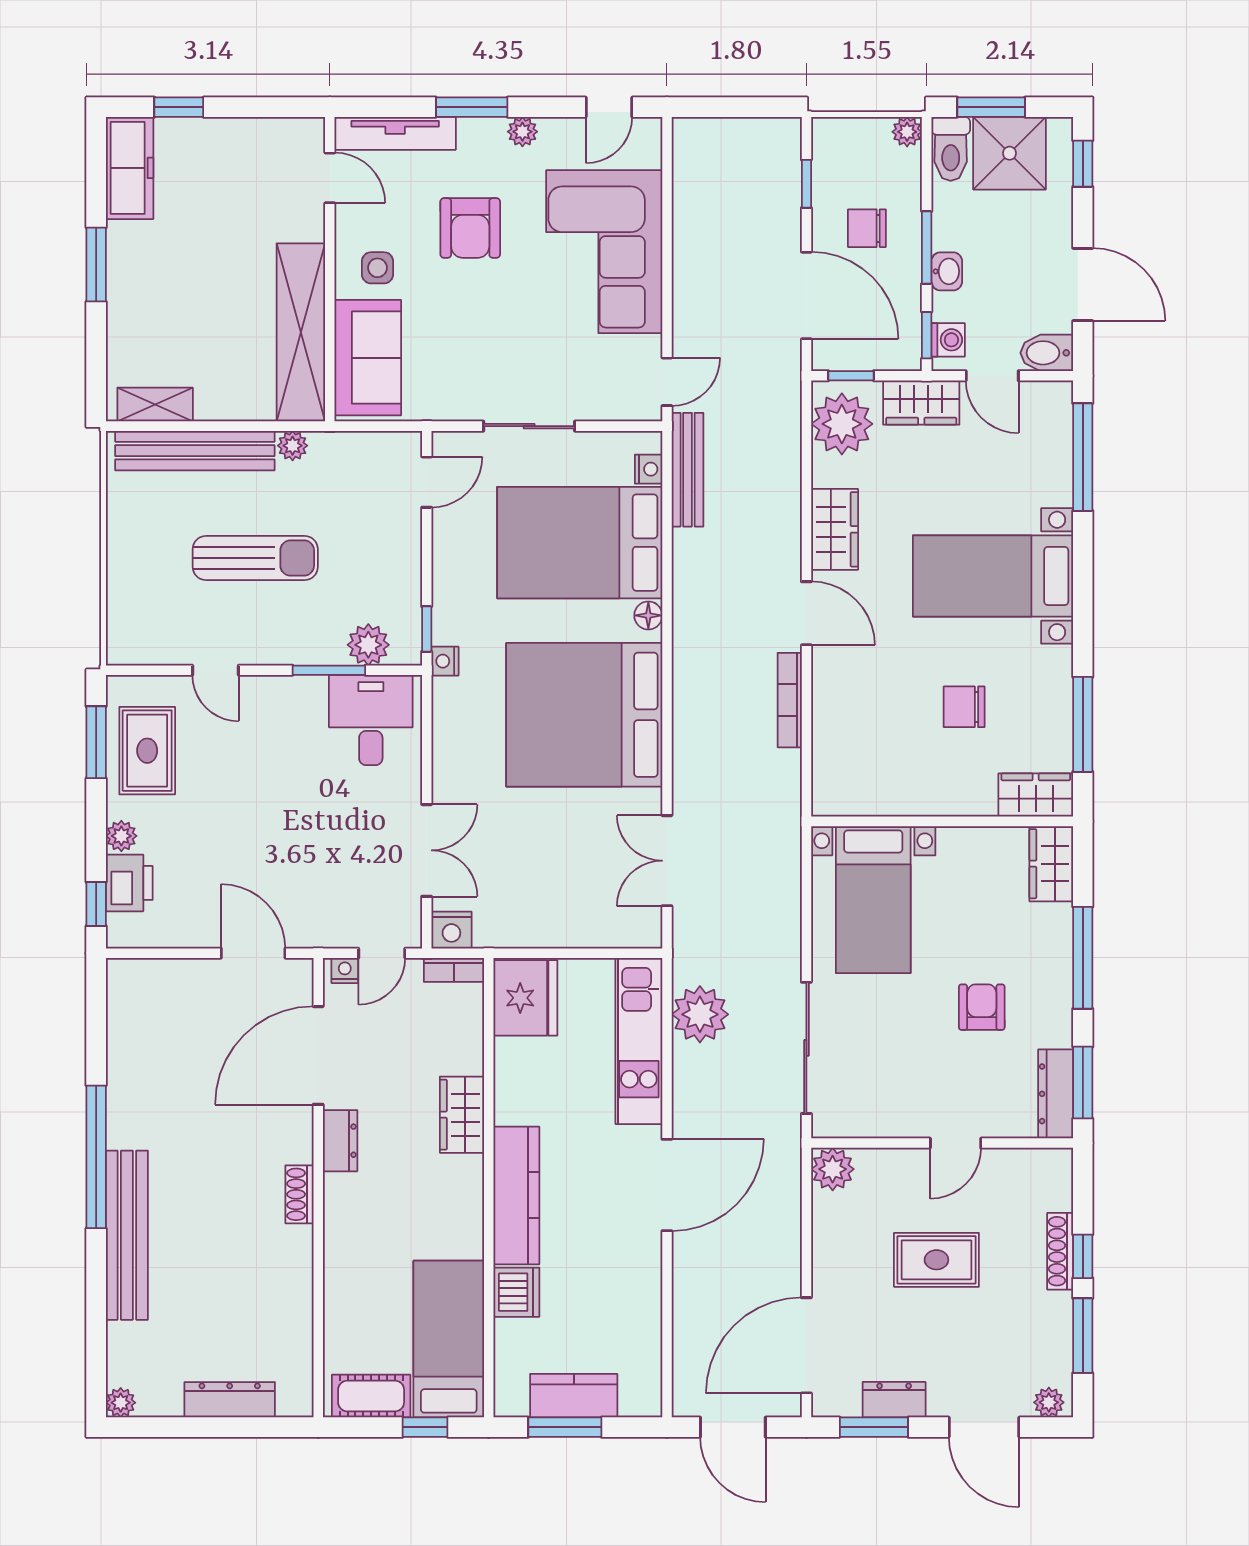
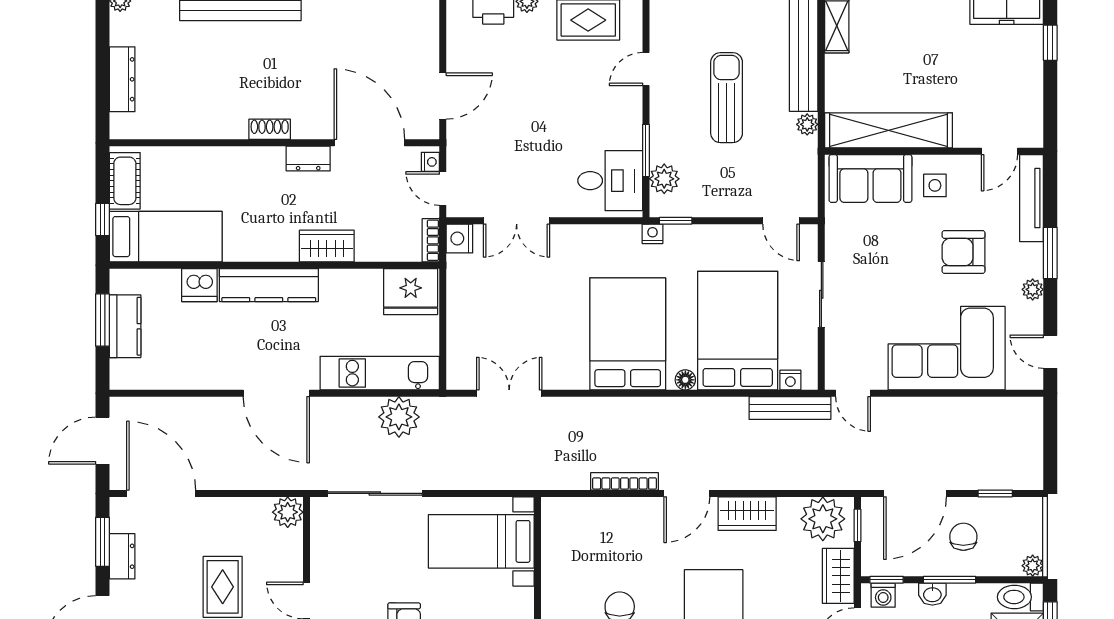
sun lounger: (255, 558) -> (727, 98), turned 180
bed: (584, 715) -> (628, 334), width x0.73

